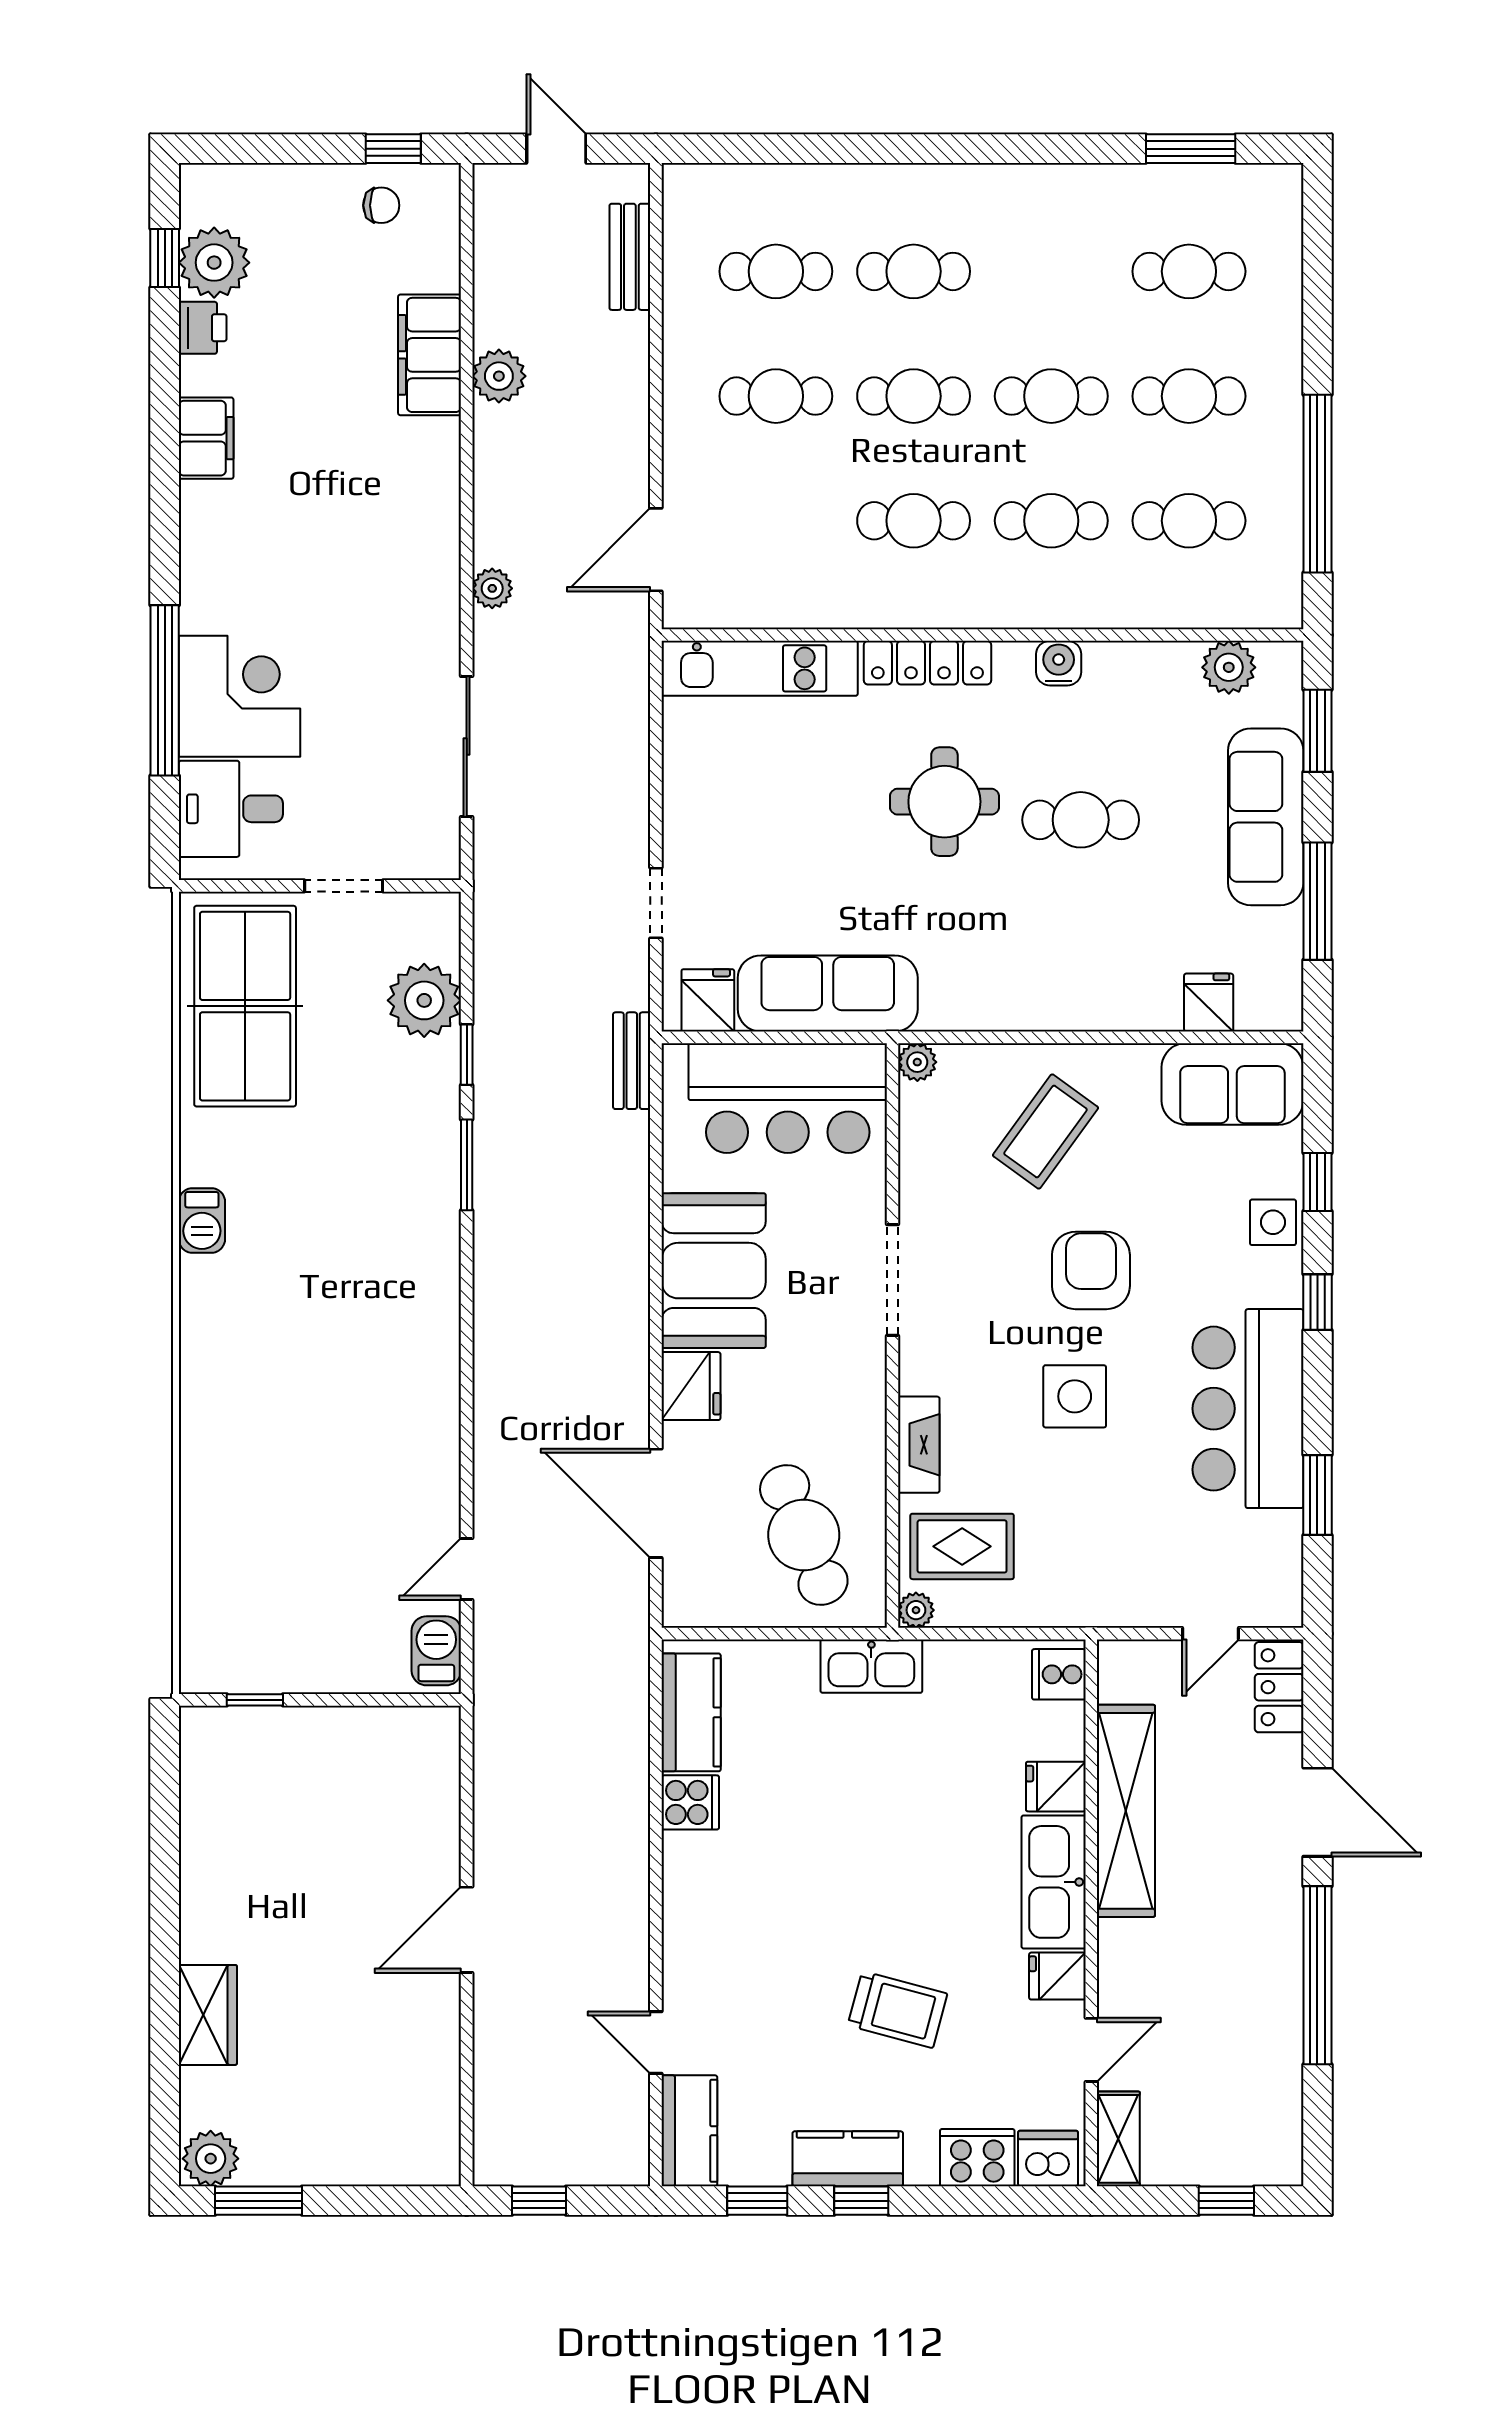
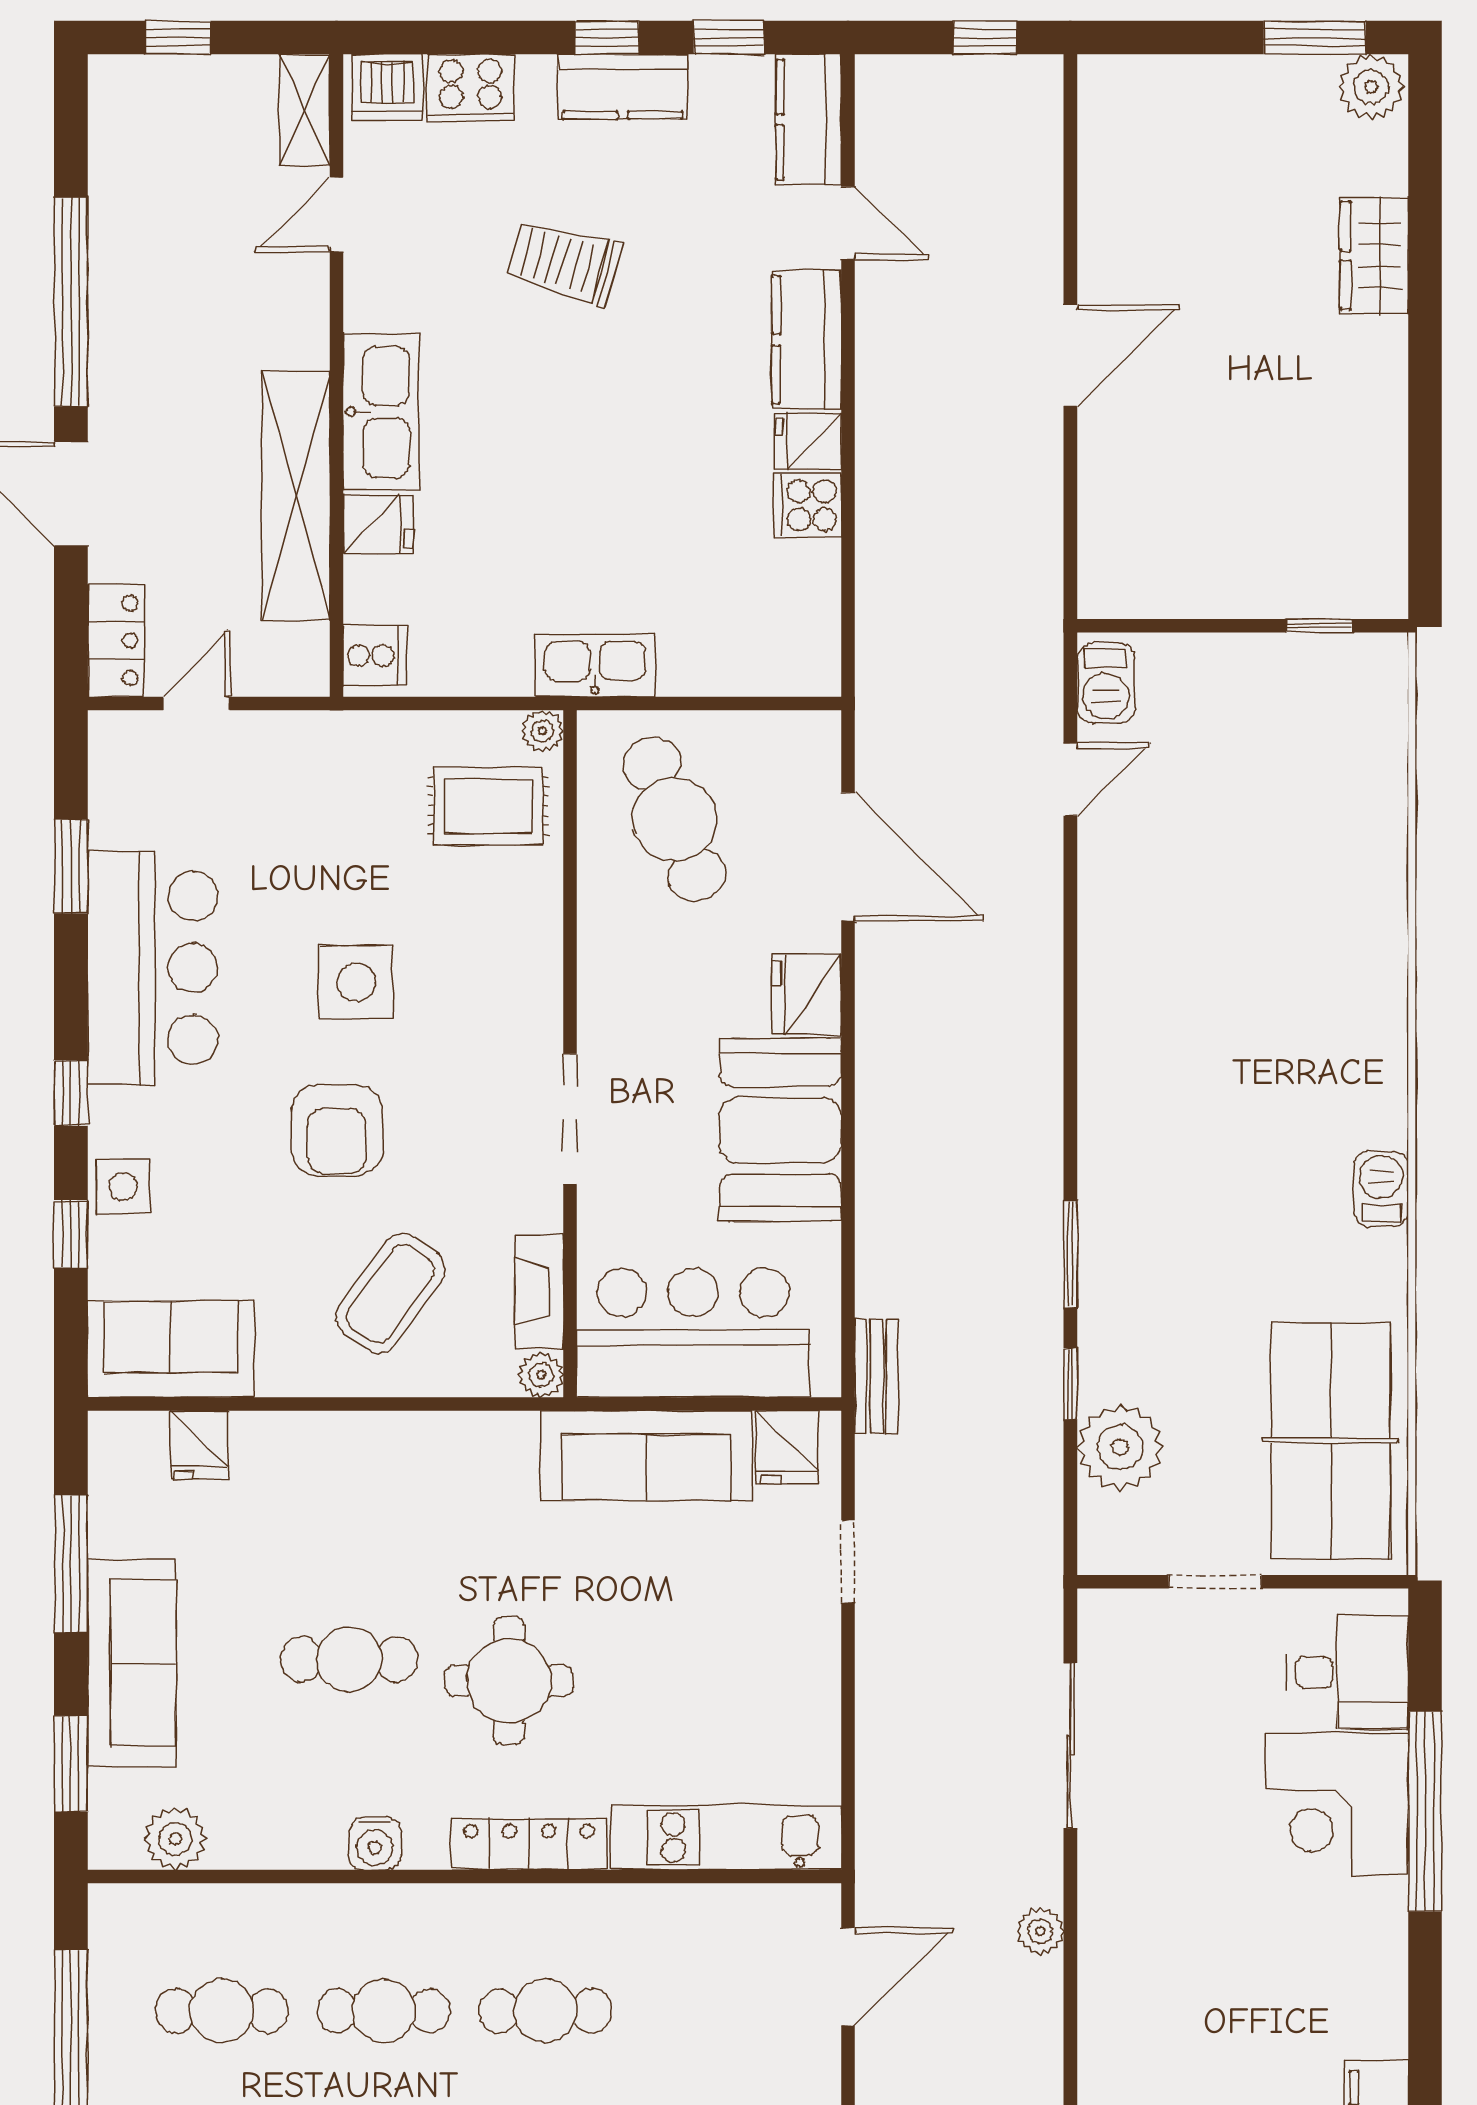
fireplace: (919, 1445) -> (539, 1291), moved
kitchen counter: (691, 1712) -> (807, 339), moved
fridge: (1057, 1976) -> (808, 441), moved, turned 180

